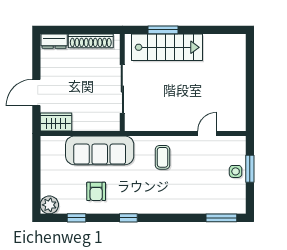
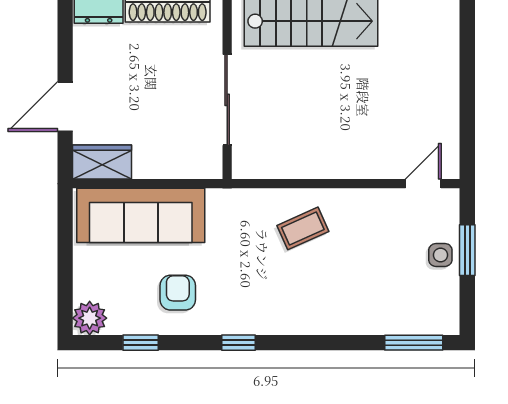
door: (207, 134) -> (423, 184), moved
sofa: (100, 150) -> (141, 215), moved
coffee table: (163, 157) -> (303, 228), turned 66
armchair: (96, 191) -> (178, 293), turned 180

